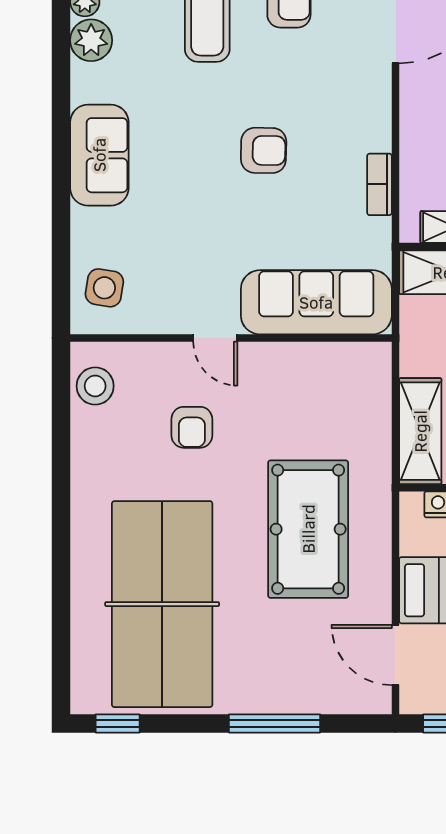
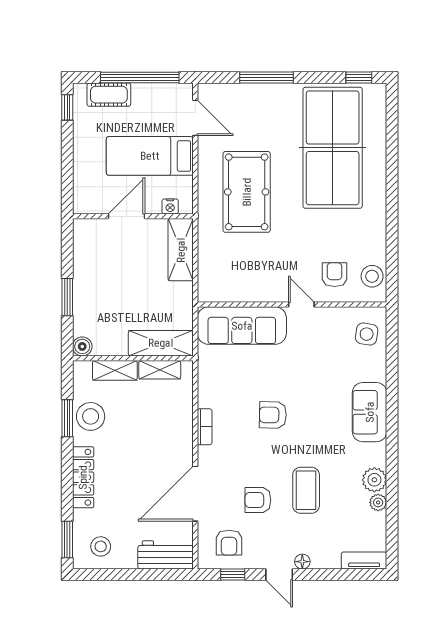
bookcase: (379, 184) -> (205, 427), moved
armchair: (192, 427) -> (335, 275), moved

